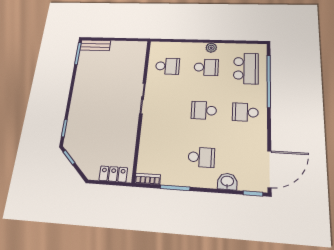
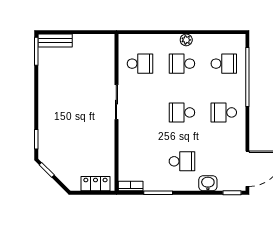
school desk: (206, 67) -> (182, 64), turned 180
school desk: (246, 68) -> (224, 64), width x0.54

